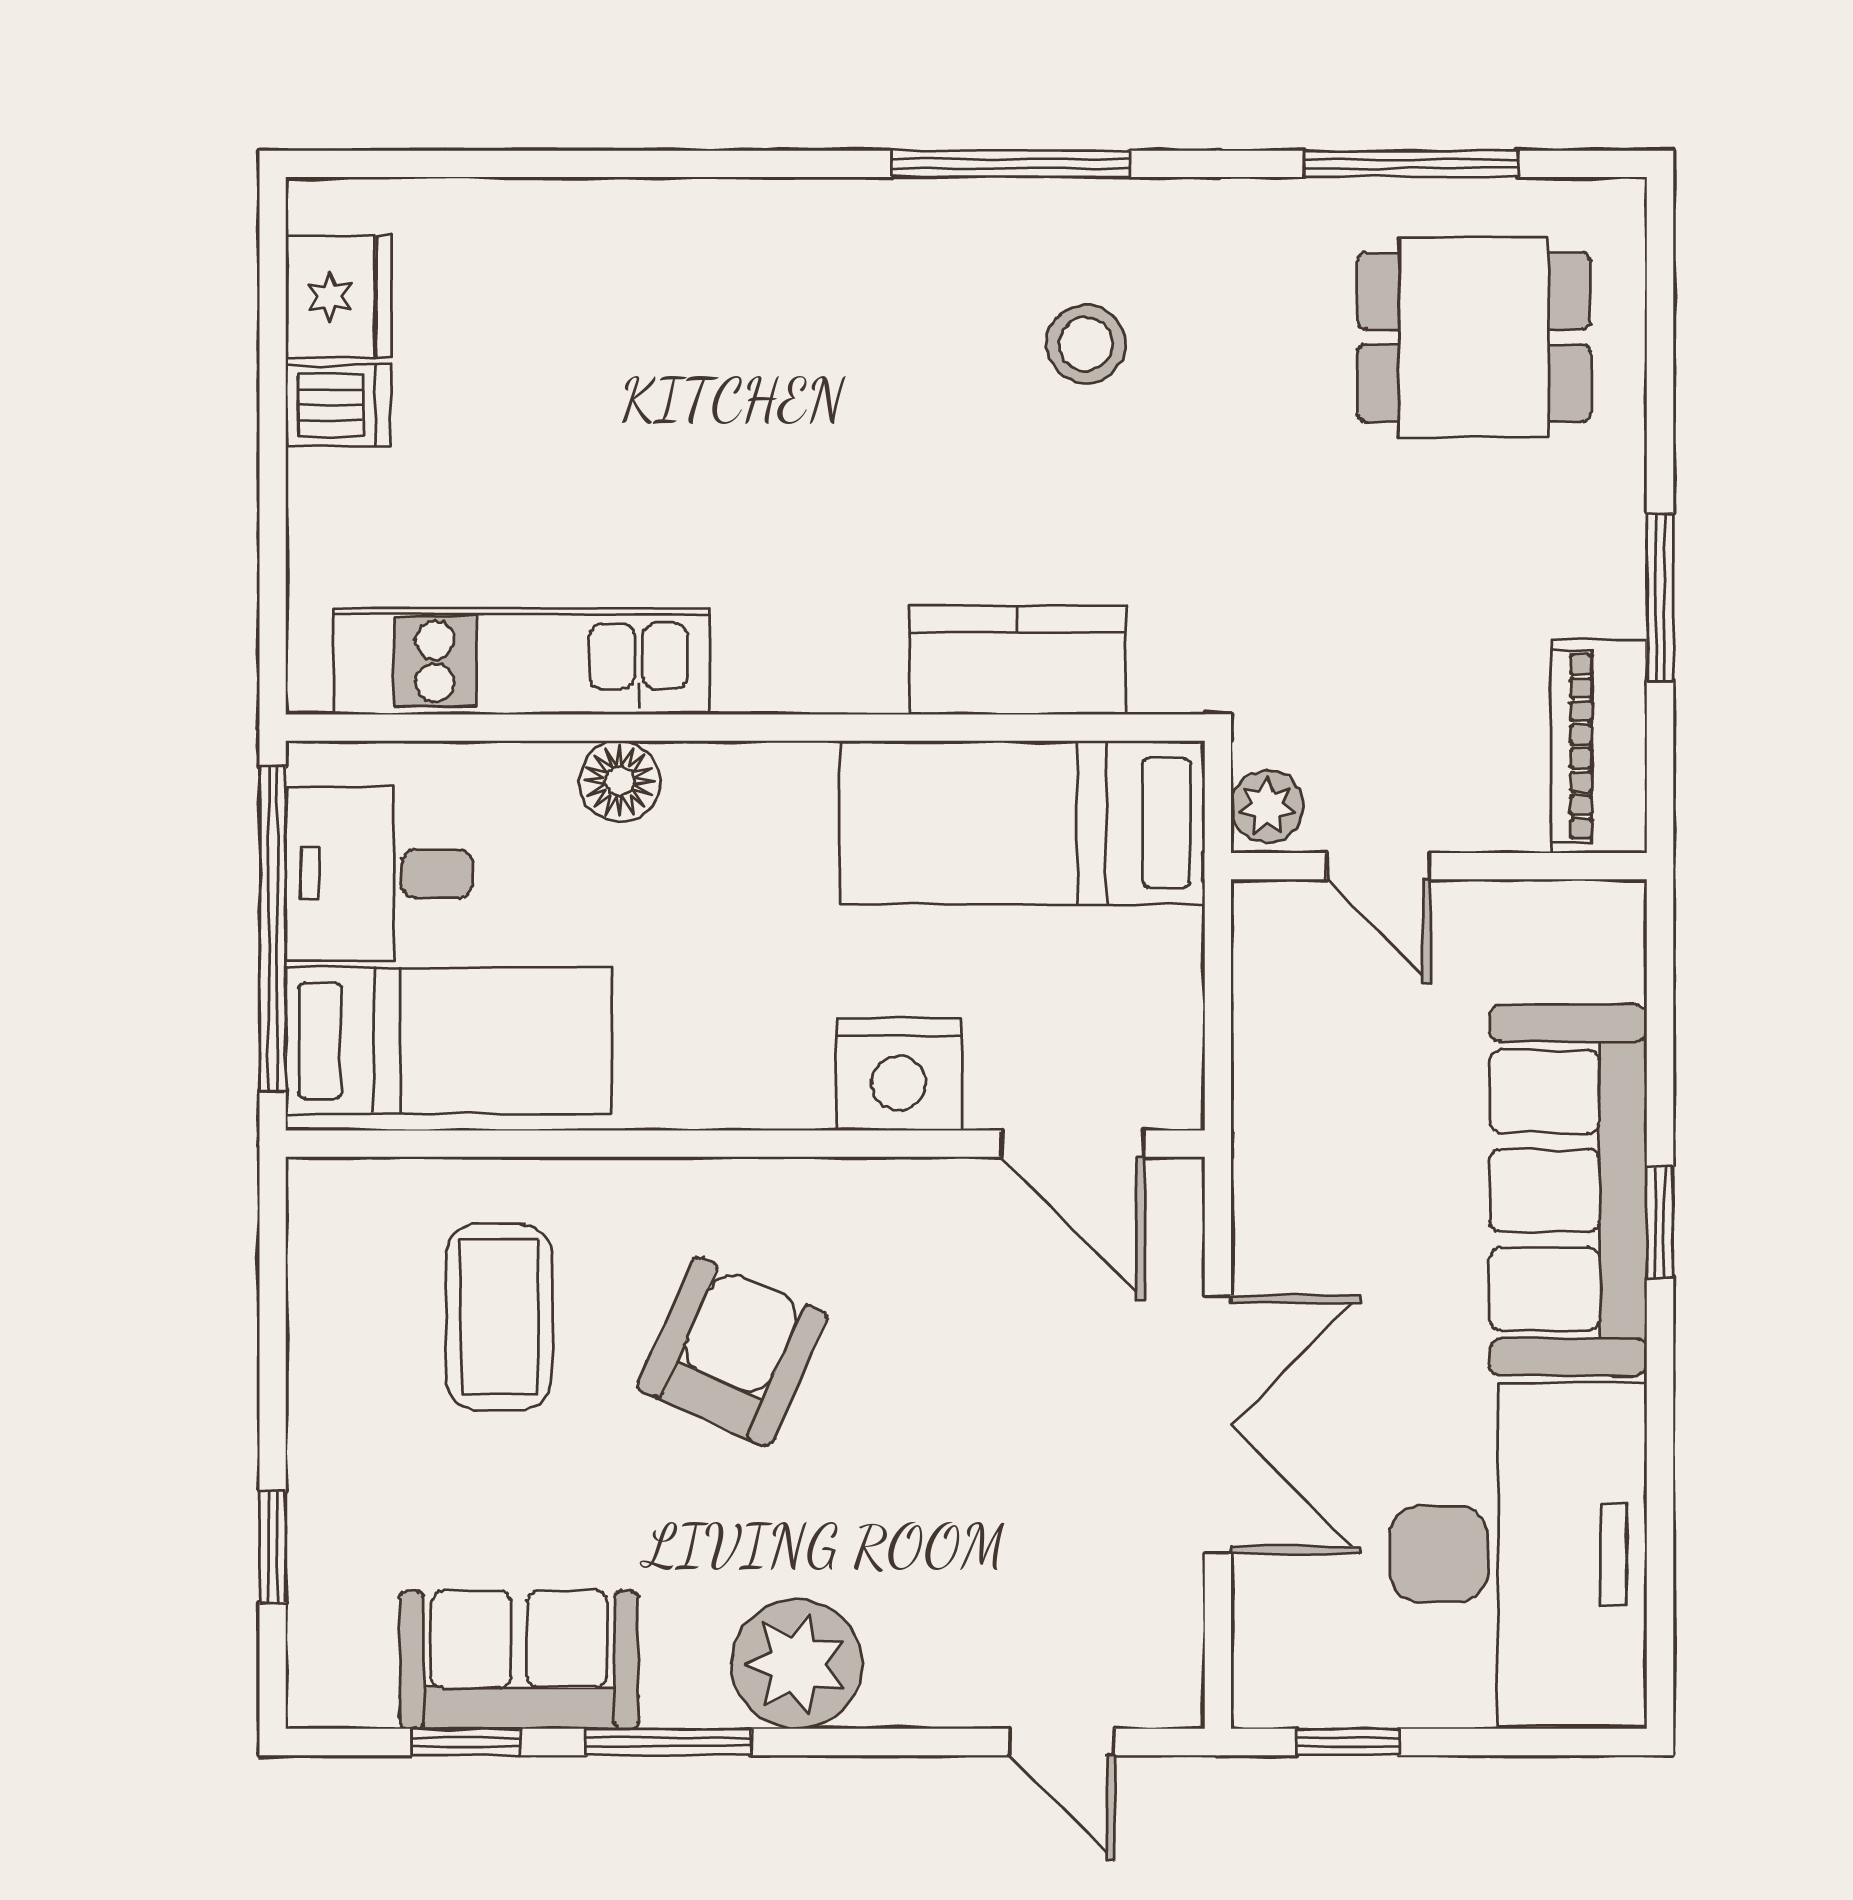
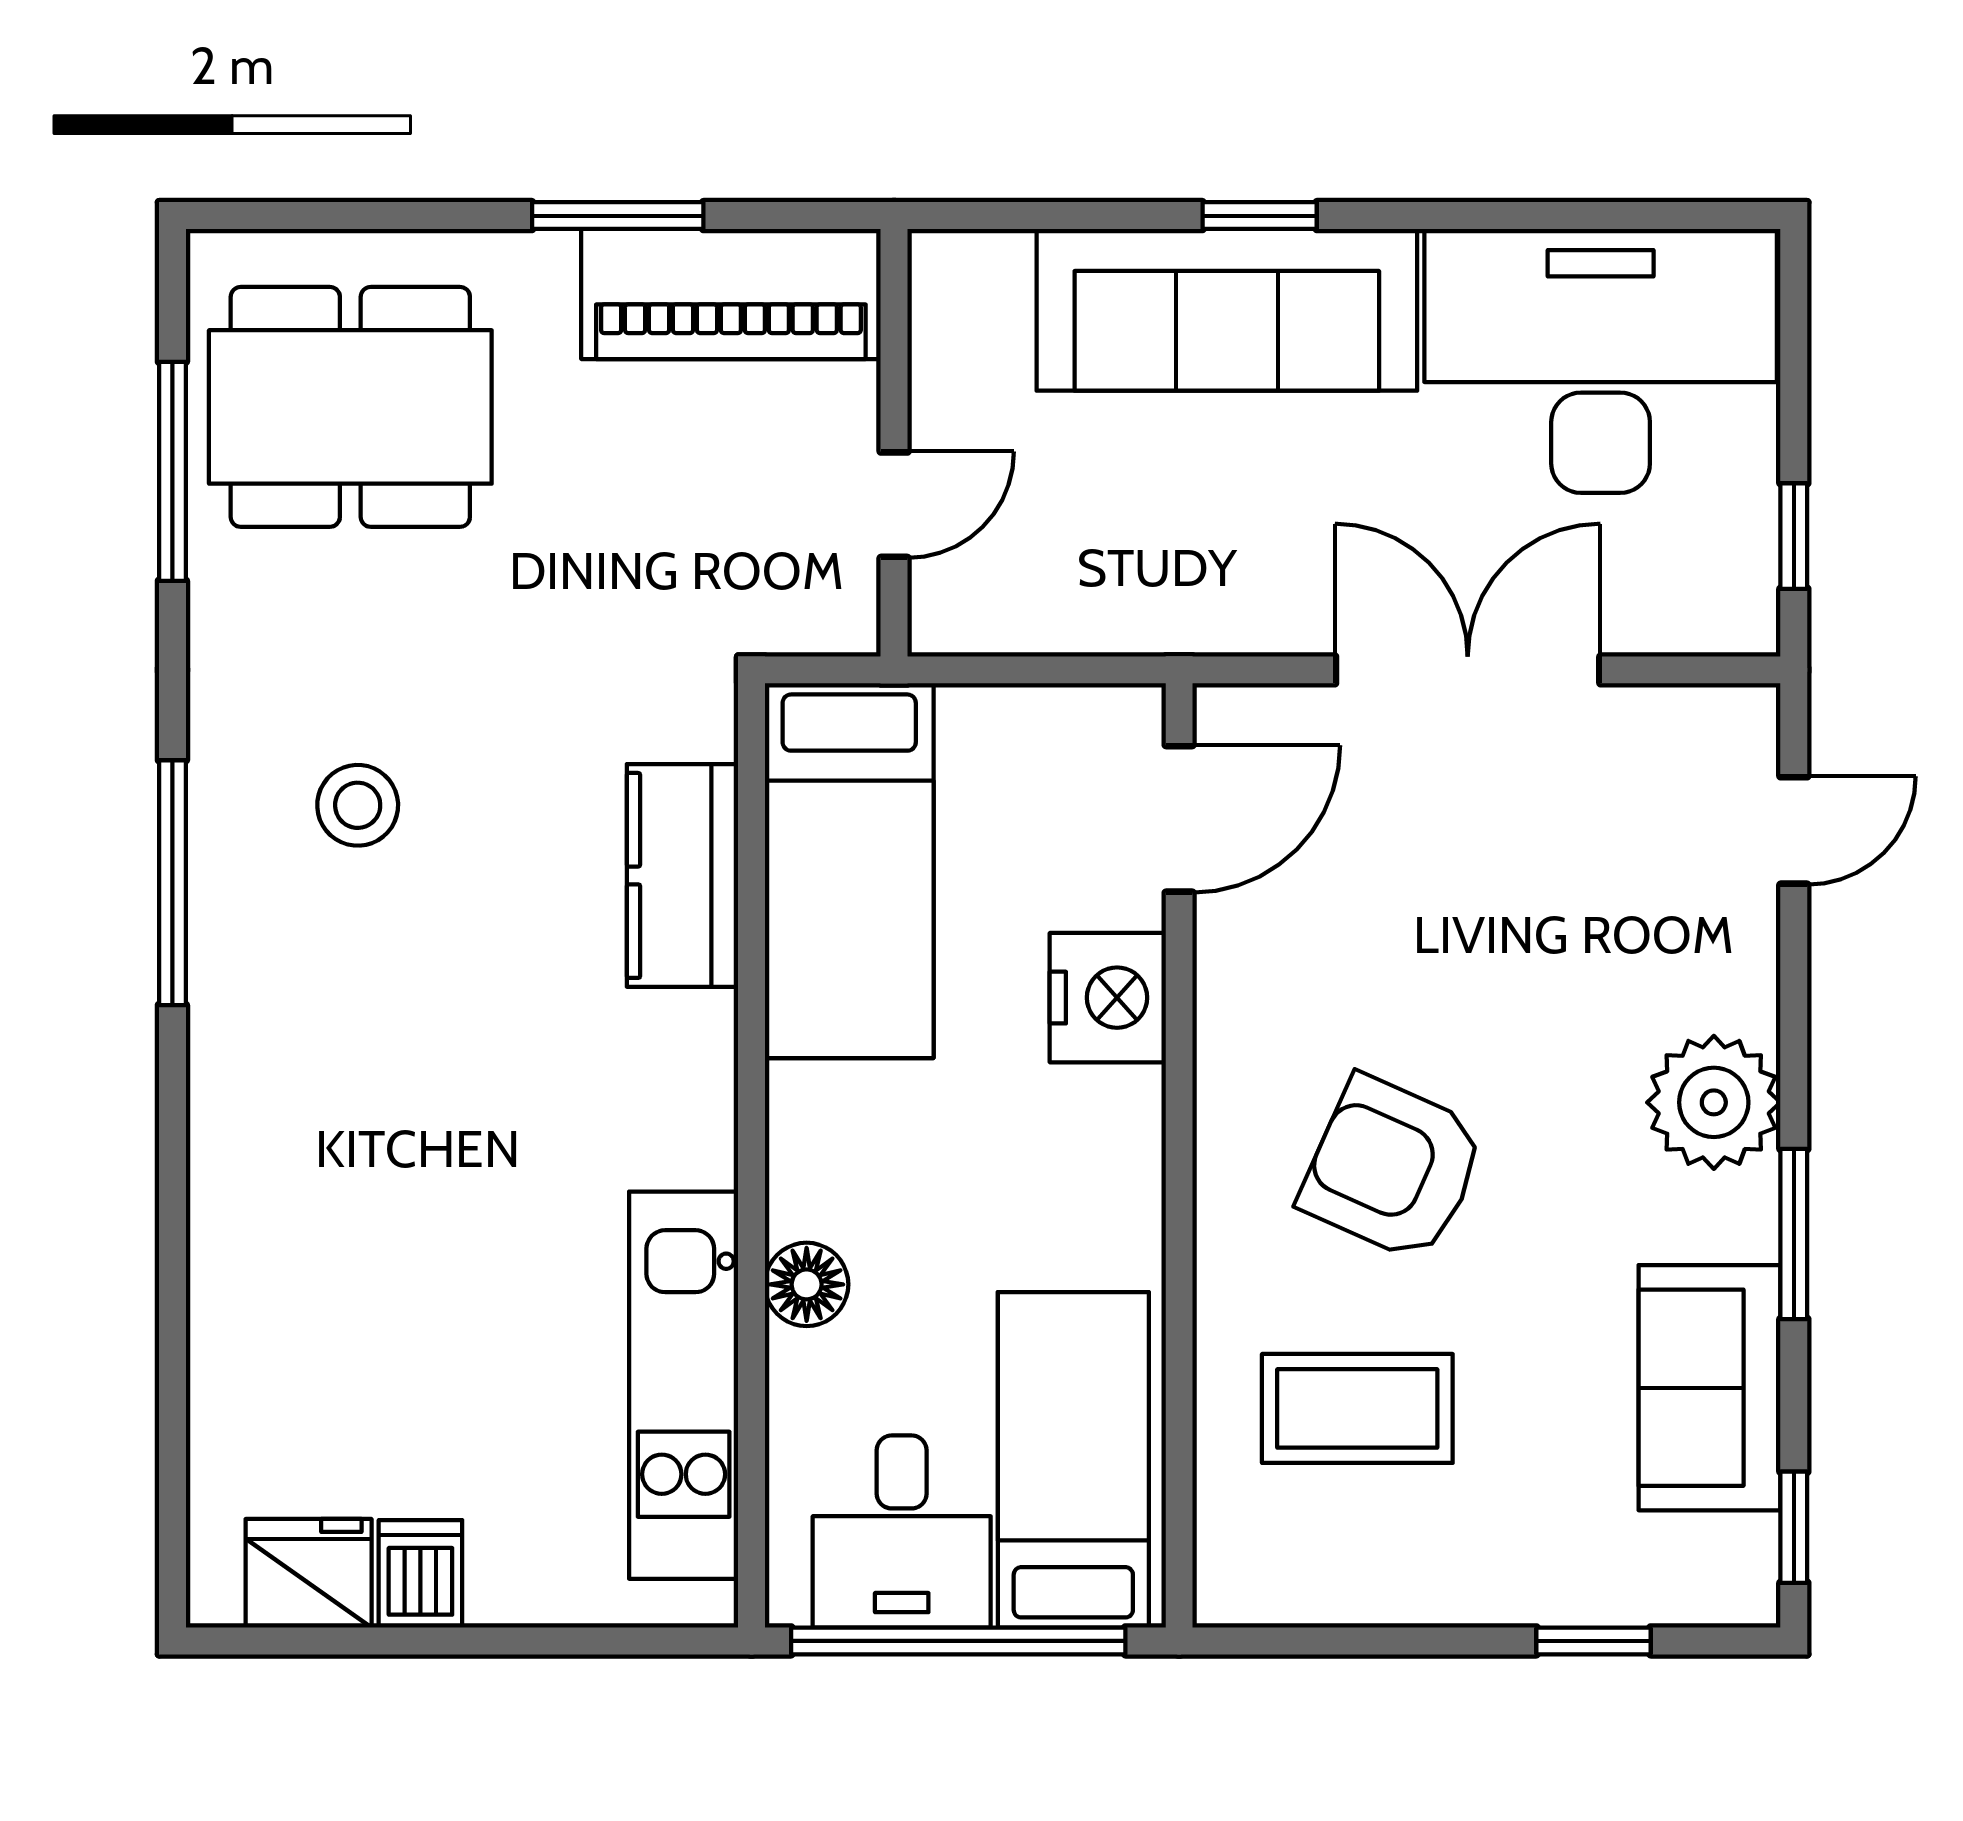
dining table: (1474, 337) -> (350, 407), width x1.38
piano: (1599, 746) -> (731, 294), width x1.37, depth x1.33
plant: (1267, 806) -> (833, 619), removed
window: (466, 1742) -> (1794, 1527), moved

